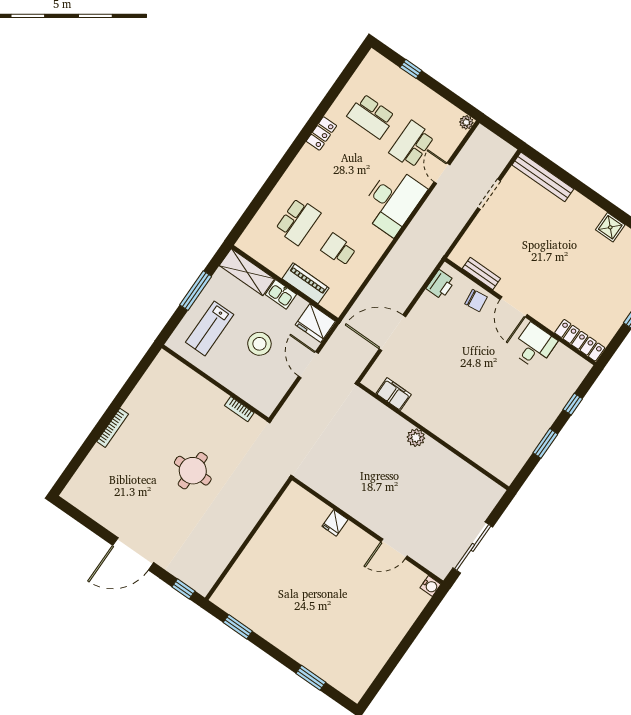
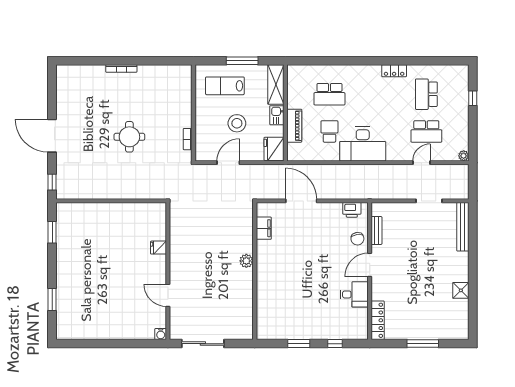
school desk: (412, 144) -> (426, 131), turned 180
desk: (393, 201) -> (363, 144), moved
door: (308, 365) -> (228, 163), moved

